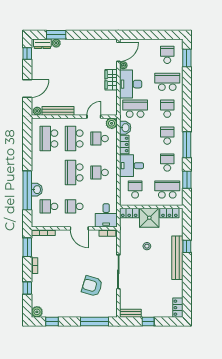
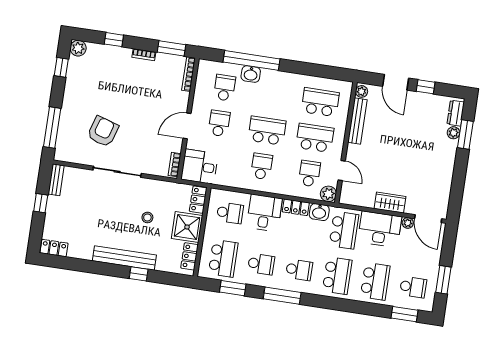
window: (159, 35) -> (443, 280), added
window: (27, 53) -> (426, 87), moved
school desk: (167, 109) -> (337, 276), width x1.85

